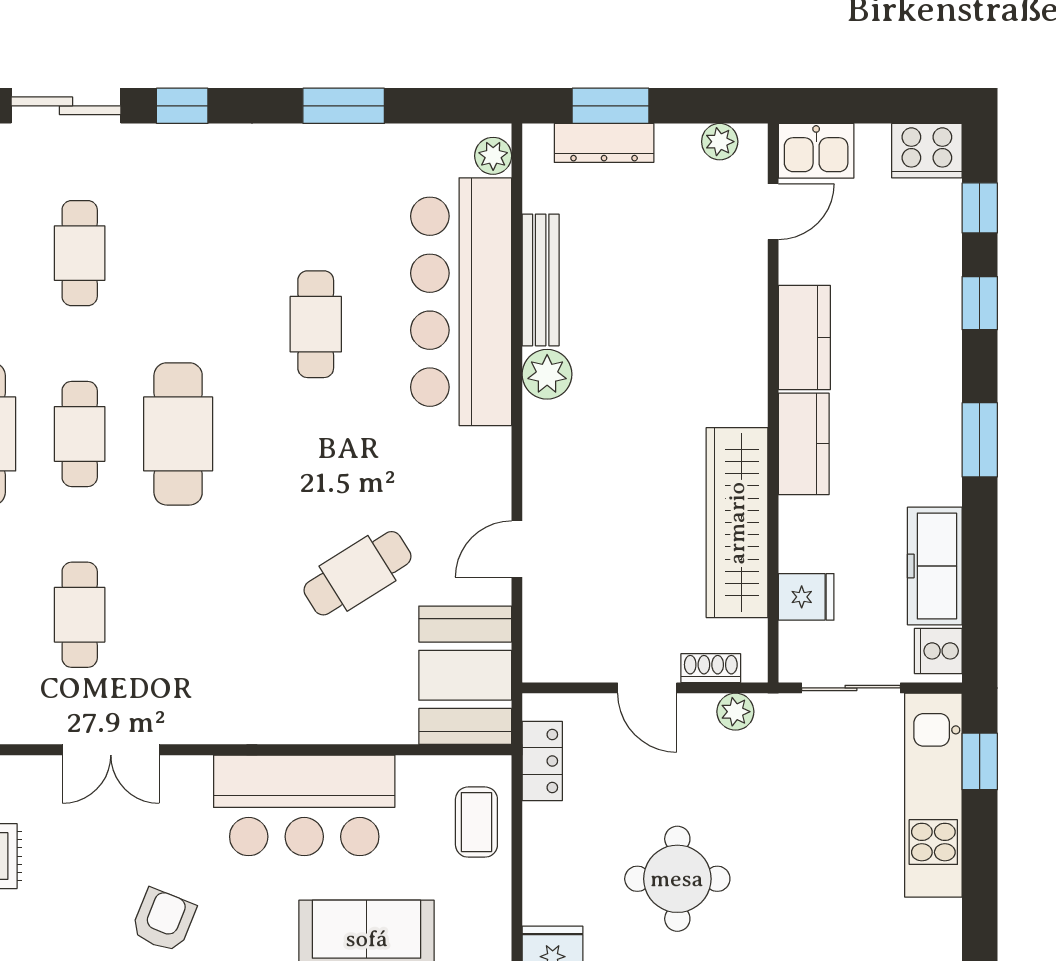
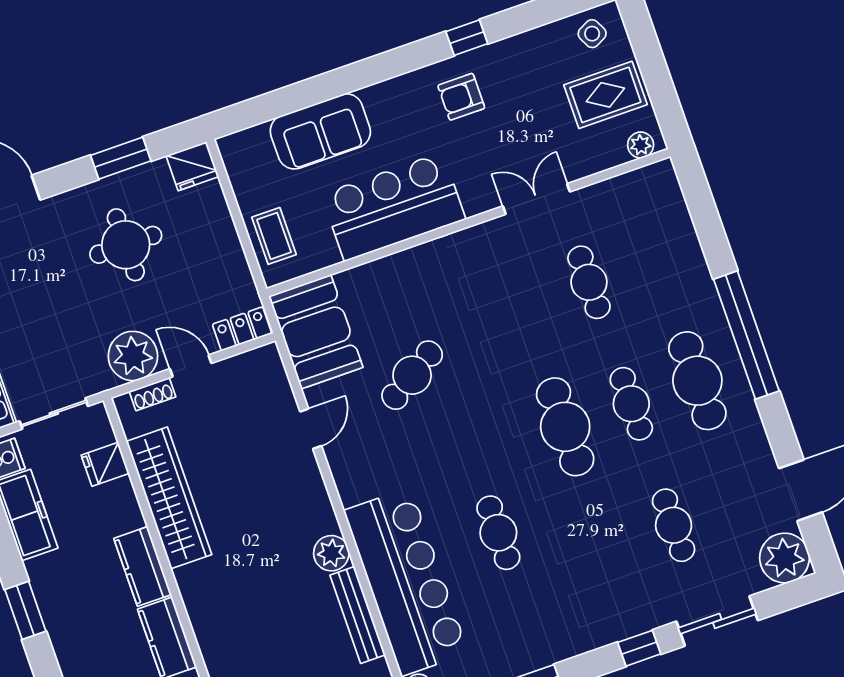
plant: (735, 712) -> (133, 356), width x1.87, depth x1.87
locker: (542, 761) -> (242, 329), moved, turned 90
armchair: (163, 920) -> (461, 97), turned 68

